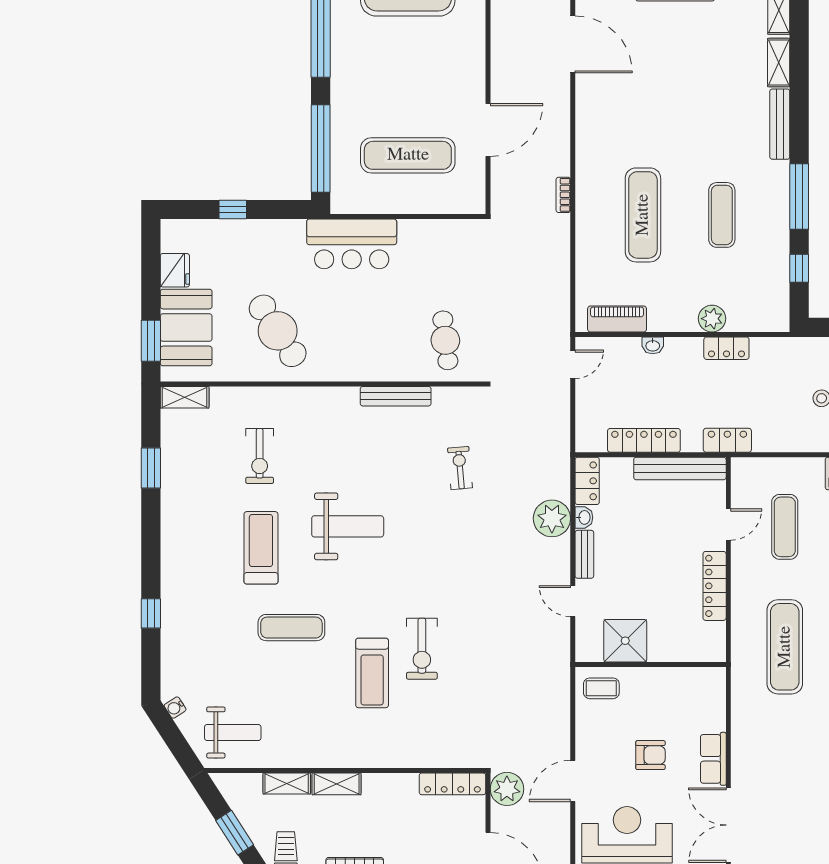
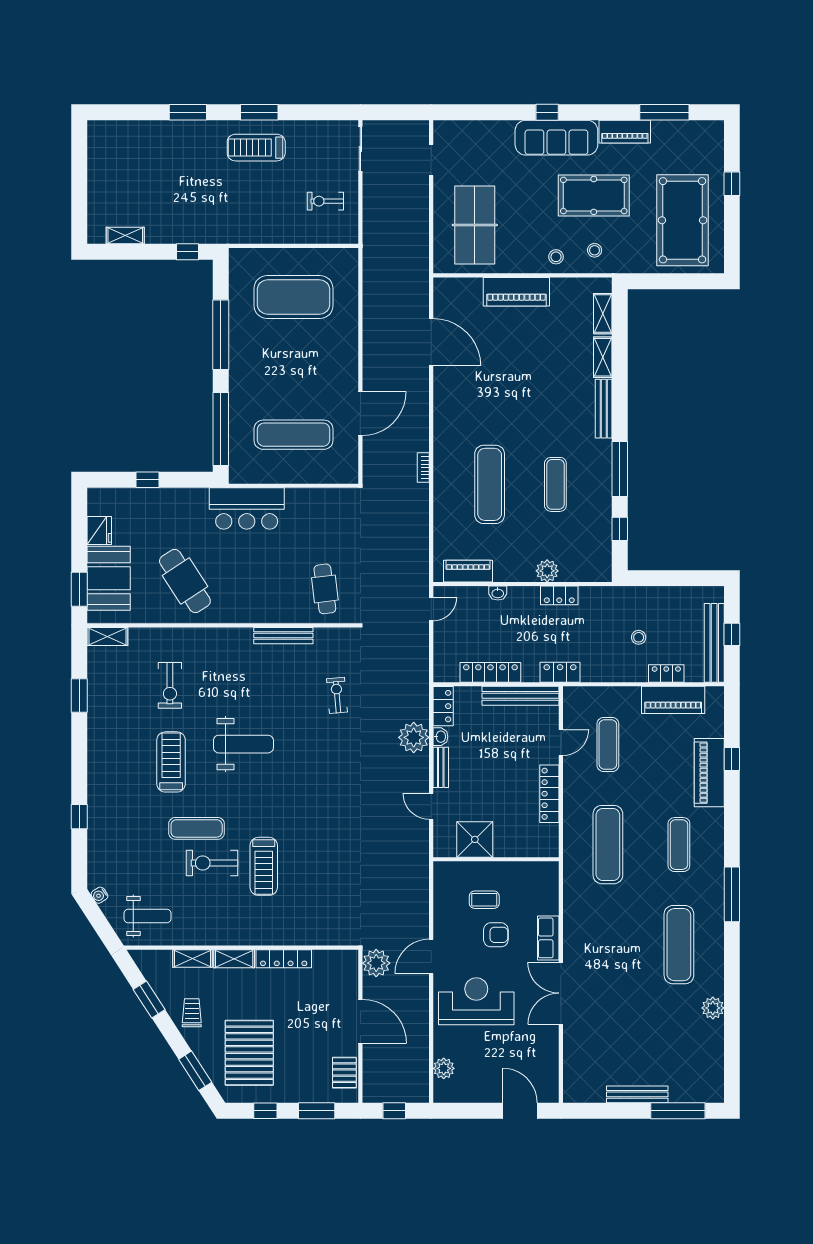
exercise bike: (422, 649) -> (212, 863), moved, turned 90
coffee table: (601, 688) -> (484, 900), moved
locker: (452, 784) -> (284, 959), moved

